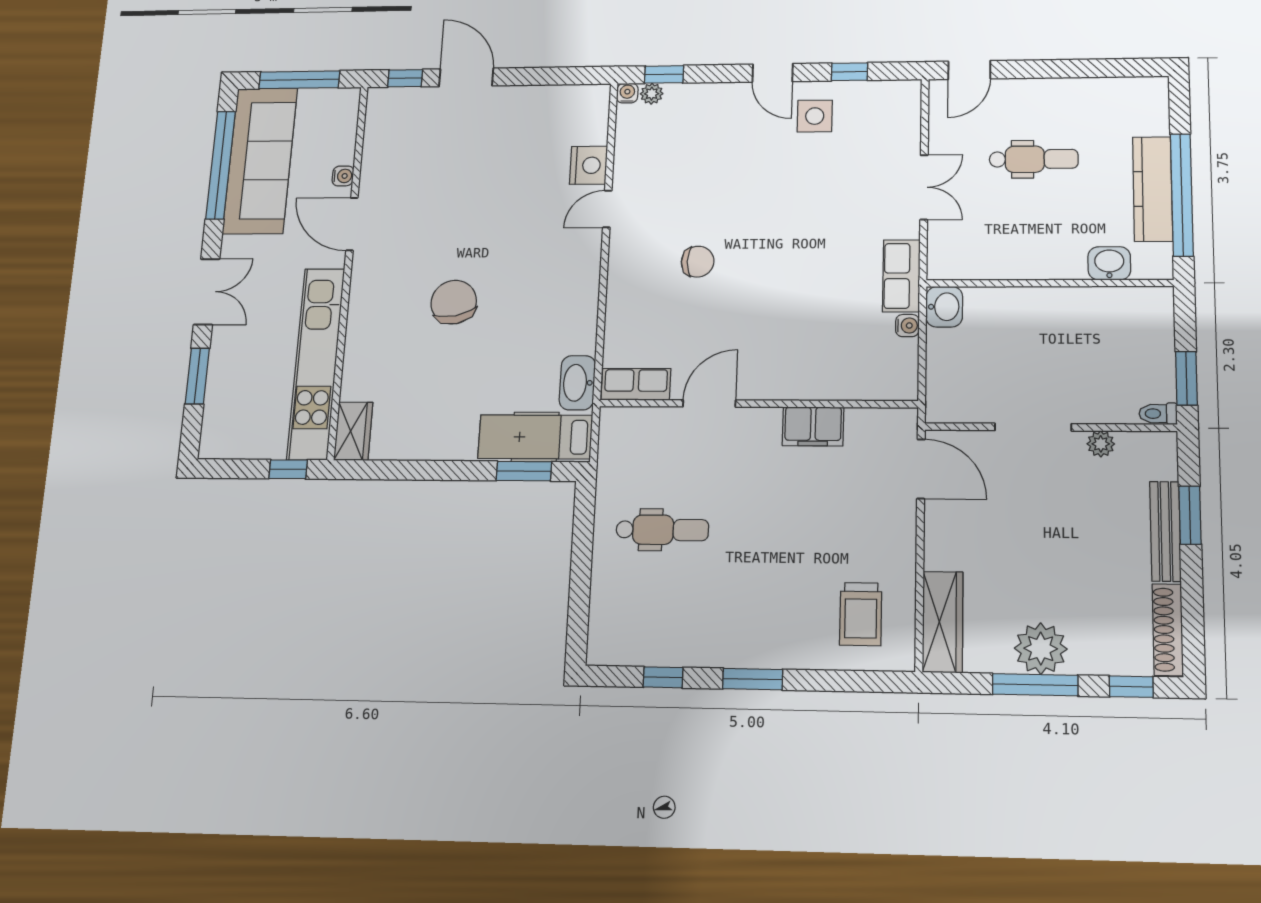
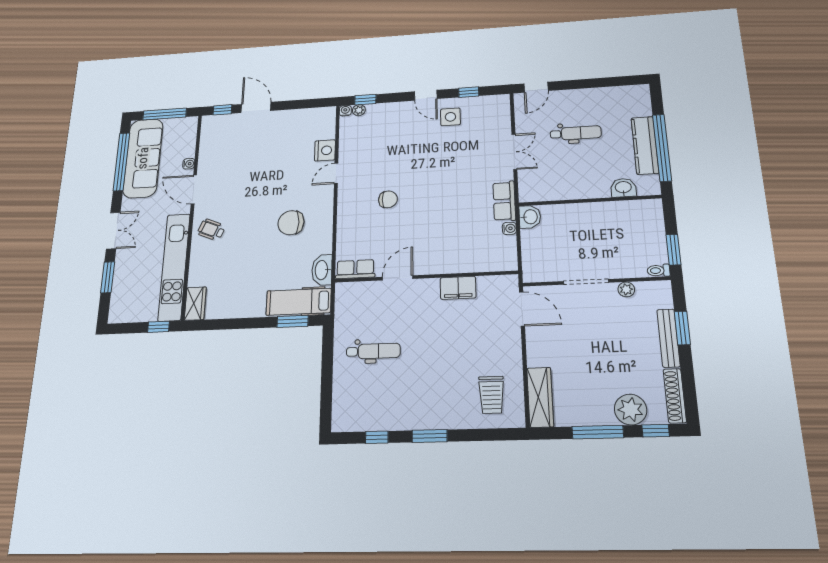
wheelchair: (383, 300) -> (211, 230), added
chair: (454, 302) -> (291, 223), moved, turned -78
plant: (1041, 649) -> (631, 410), moved

